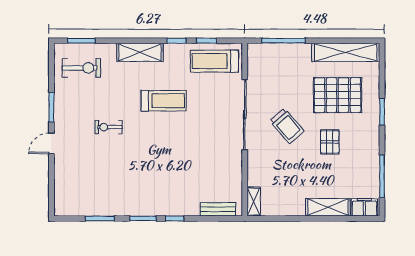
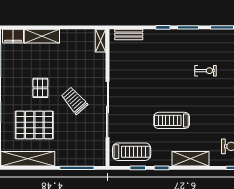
exercise bike: (109, 127) -> (206, 71), moved

